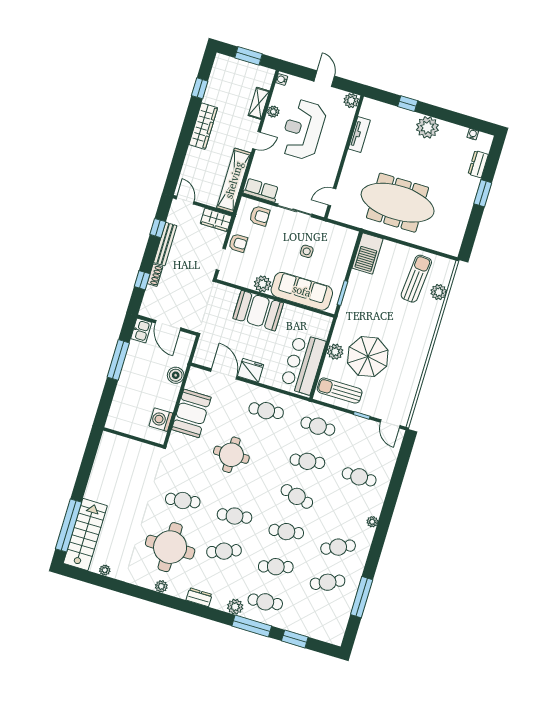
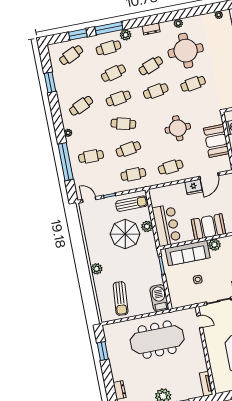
plant: (351, 101) -> (219, 388), removed
tv unit: (359, 135) -> (206, 384), moved
window: (483, 193) -> (103, 351), moved
door: (332, 197) -> (200, 322), hinge flipped
plant: (439, 292) -> (97, 269), moved
bar counter: (303, 364) -> (166, 225), moved
door: (224, 374) -> (209, 176), hinge flipped
window: (395, 487) -> (66, 162), added
cafe table: (328, 582) -> (71, 55), moved
window: (362, 597) -> (50, 82), width x0.69

